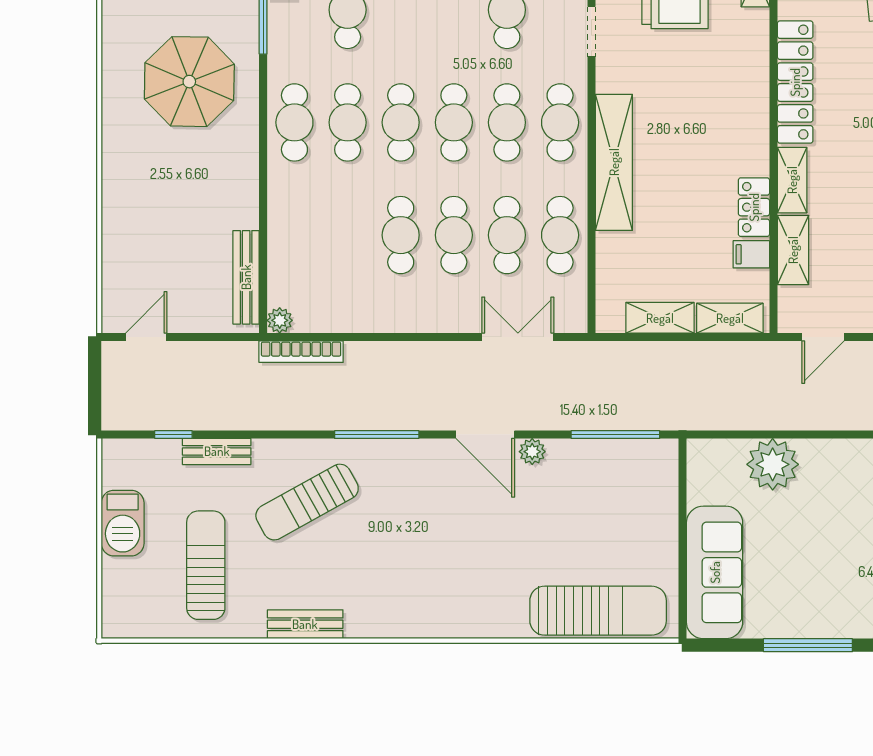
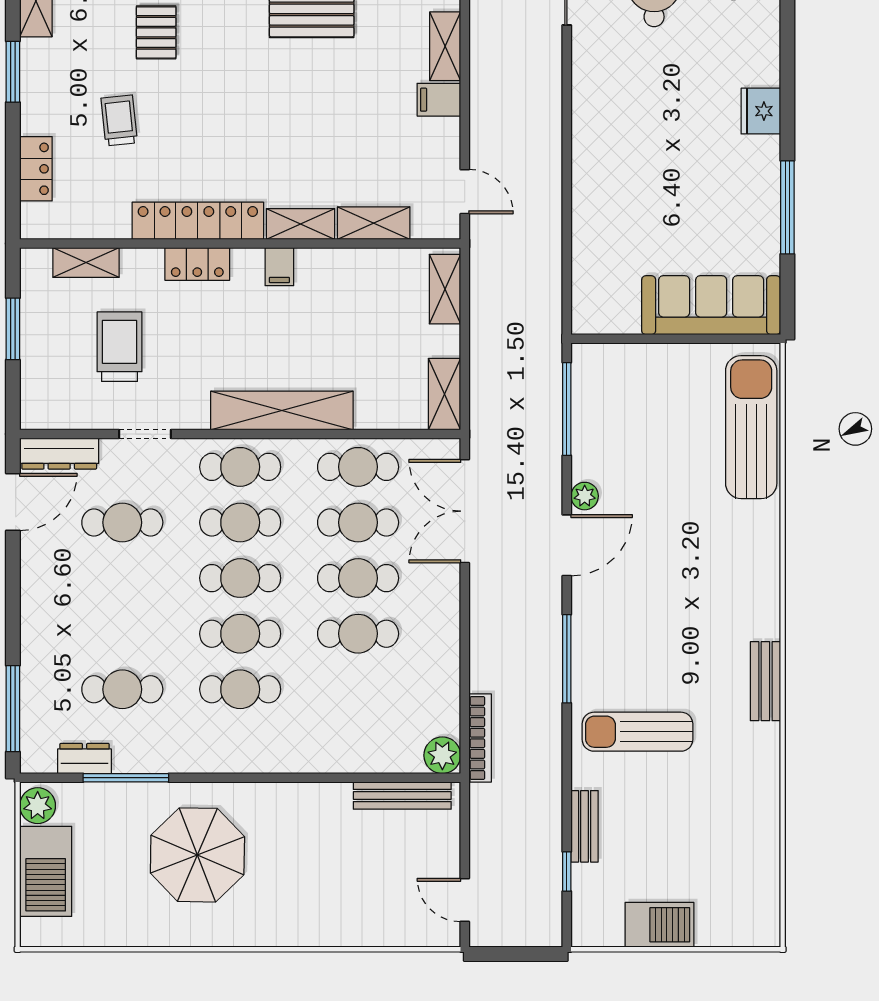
cafe table: (294, 122) -> (240, 745), removed
locker: (754, 207) -> (197, 264), moved
filing cabinet: (751, 254) -> (279, 267), moved
shelving: (660, 318) -> (445, 394), moved
plant: (280, 320) -> (442, 755), width x1.38, depth x1.38
double door: (518, 337) -> (465, 511), width x1.37
plant: (773, 464) -> (598, 244), removed
sun lounger: (307, 502) -> (637, 732), turned 119
sun lounger: (206, 565) -> (704, 838), removed
bench: (305, 624) -> (765, 681), moved

